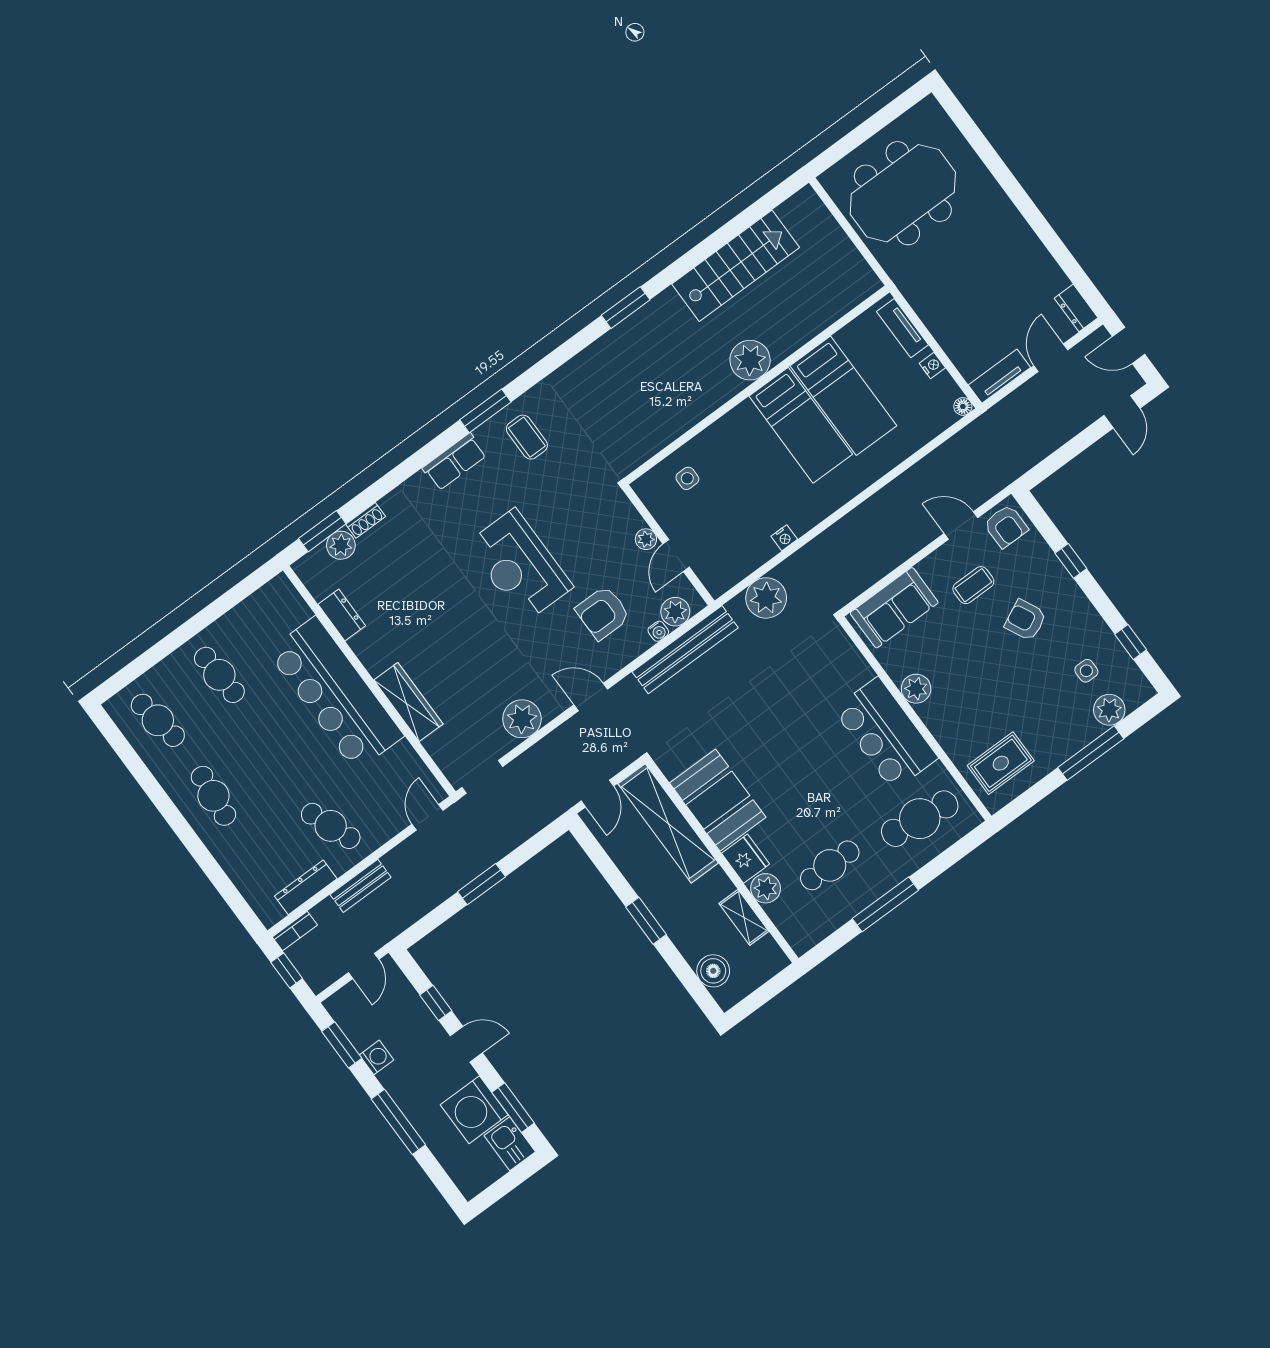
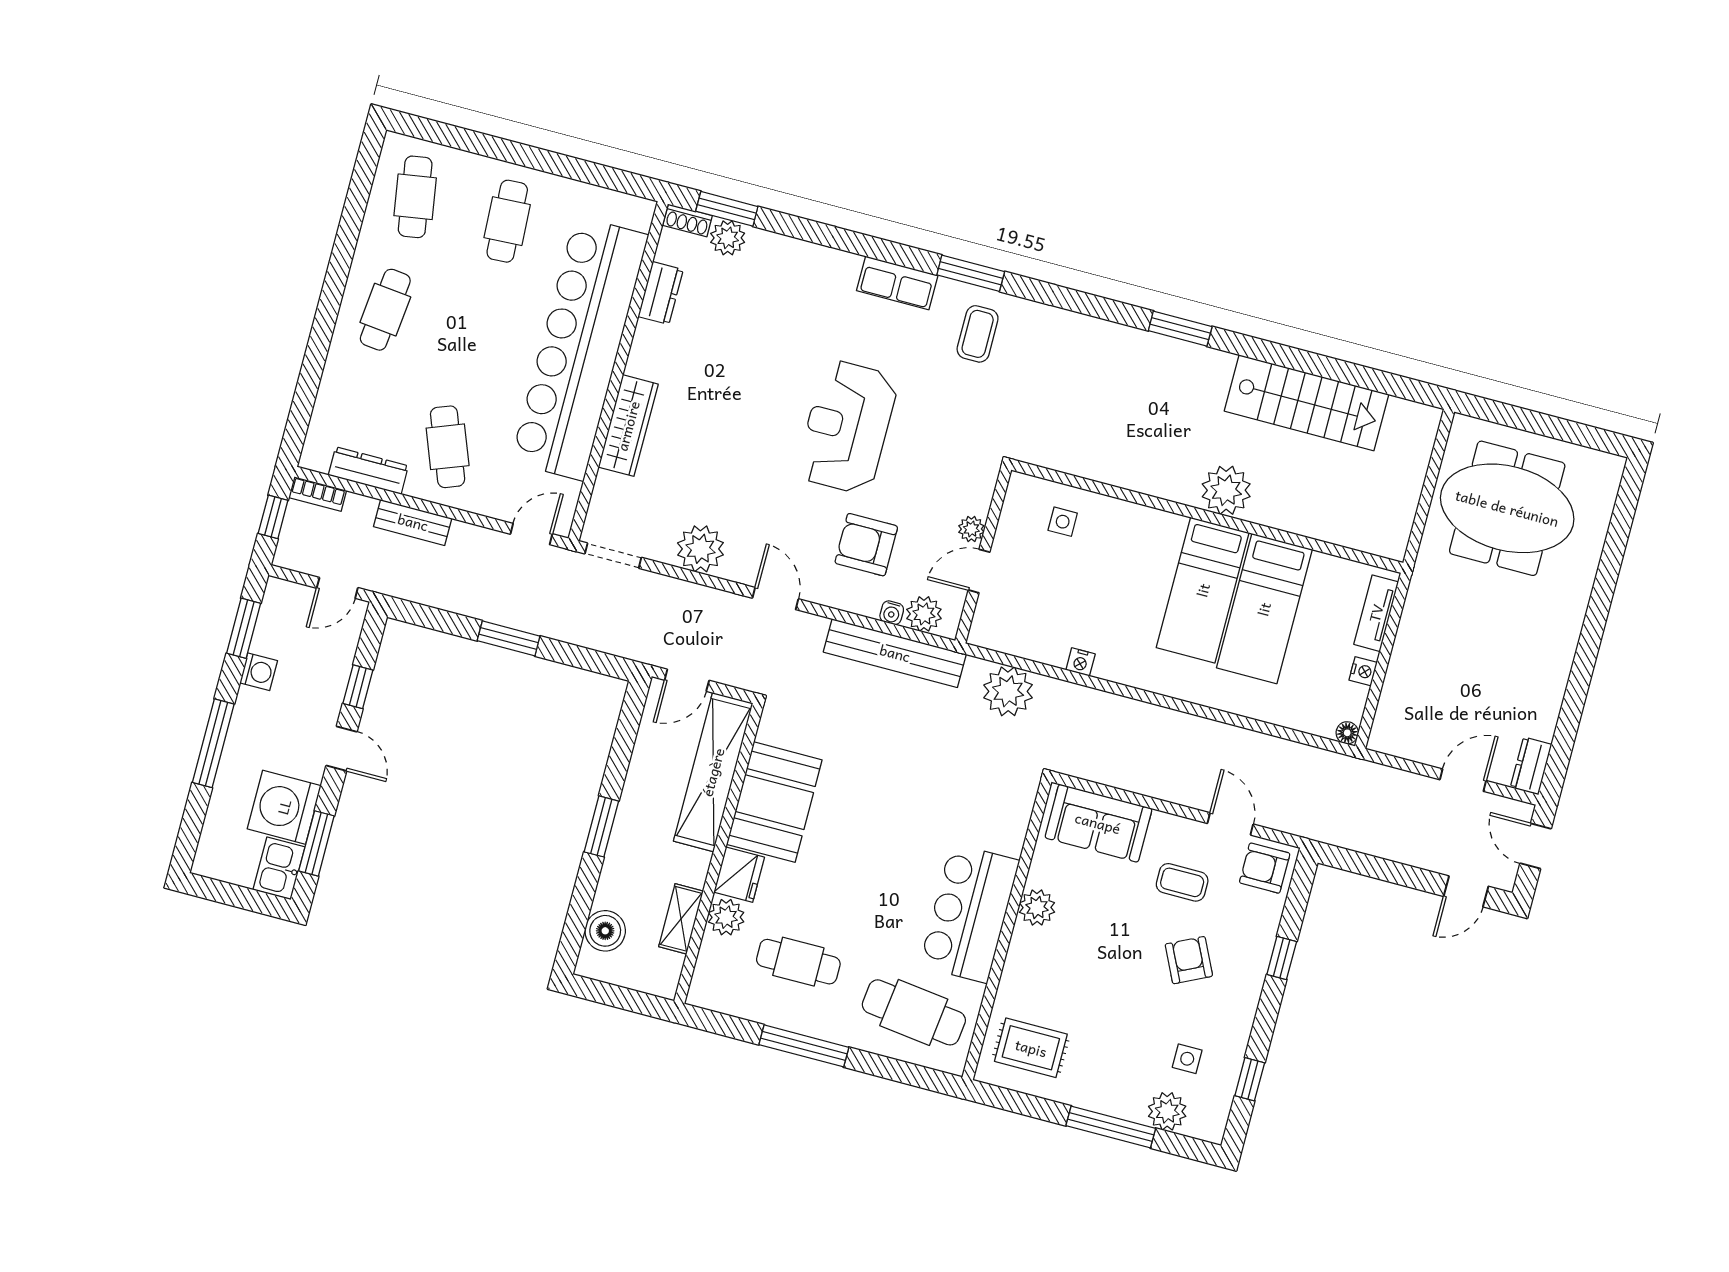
tv unit: (999, 376) -> (1405, 745), removed
shoe rack: (366, 520) -> (688, 220), moved
armchair: (1006, 526) -> (1265, 868), turned 90
bar counter: (336, 694) -> (580, 348), width x1.36

